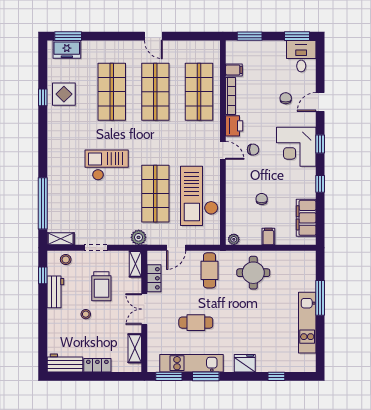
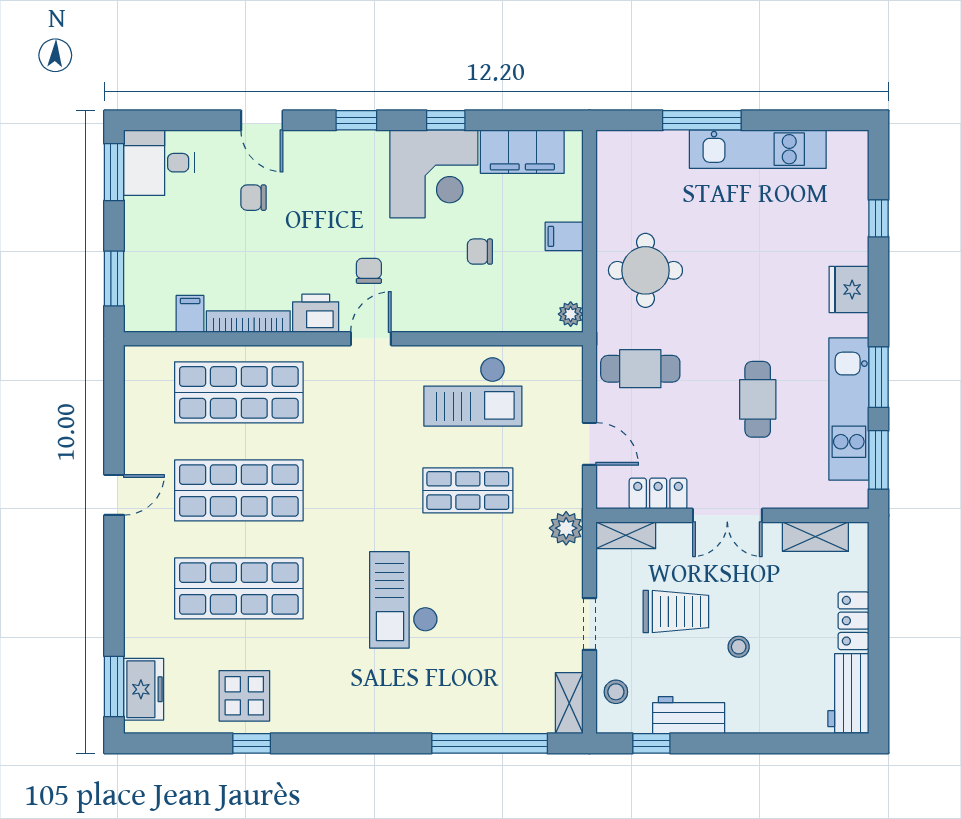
corner desk: (296, 147) -> (434, 174), moved
shop shelf: (155, 194) -> (468, 490), width x0.70, depth x0.74
checkout: (199, 196) -> (473, 392), width x0.73, depth x0.83

